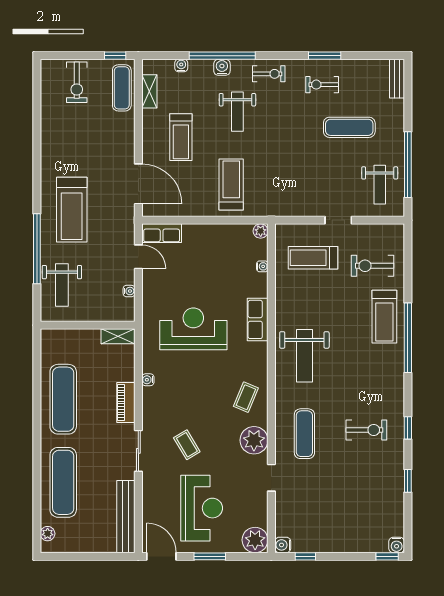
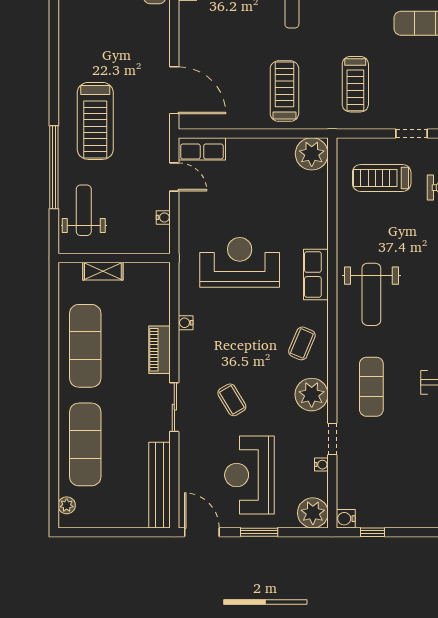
treadmill: (181, 137) -> (355, 84), moved
plant: (261, 231) -> (312, 154), width x1.87, depth x1.87
water cooler: (262, 266) -> (321, 465), moved
weight bench: (62, 285) -> (84, 210), turned 180
row of seats: (258, 319) -> (316, 274), moved
shelving: (118, 336) -> (103, 271), moved
reception desk: (202, 508) -> (249, 475), turned 180

